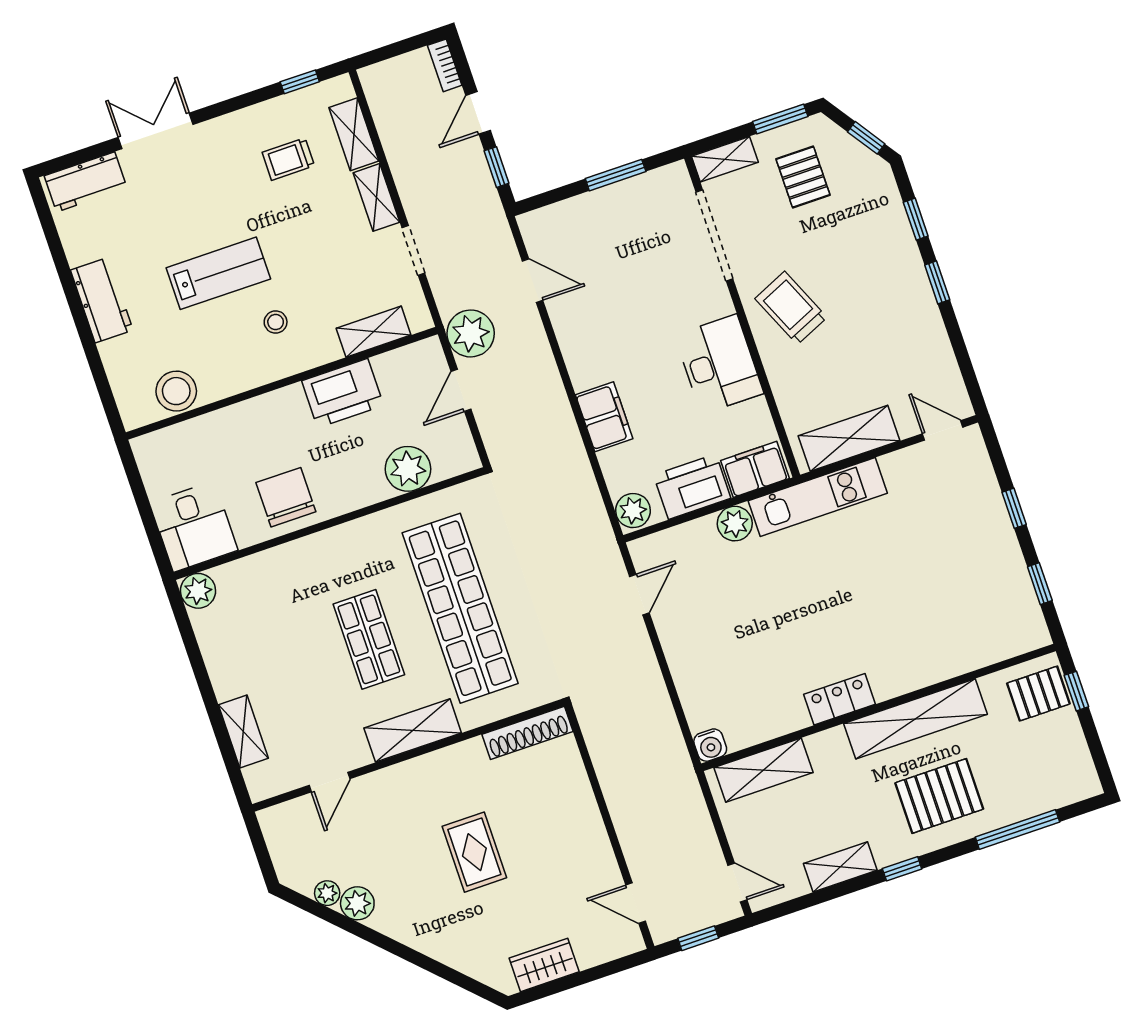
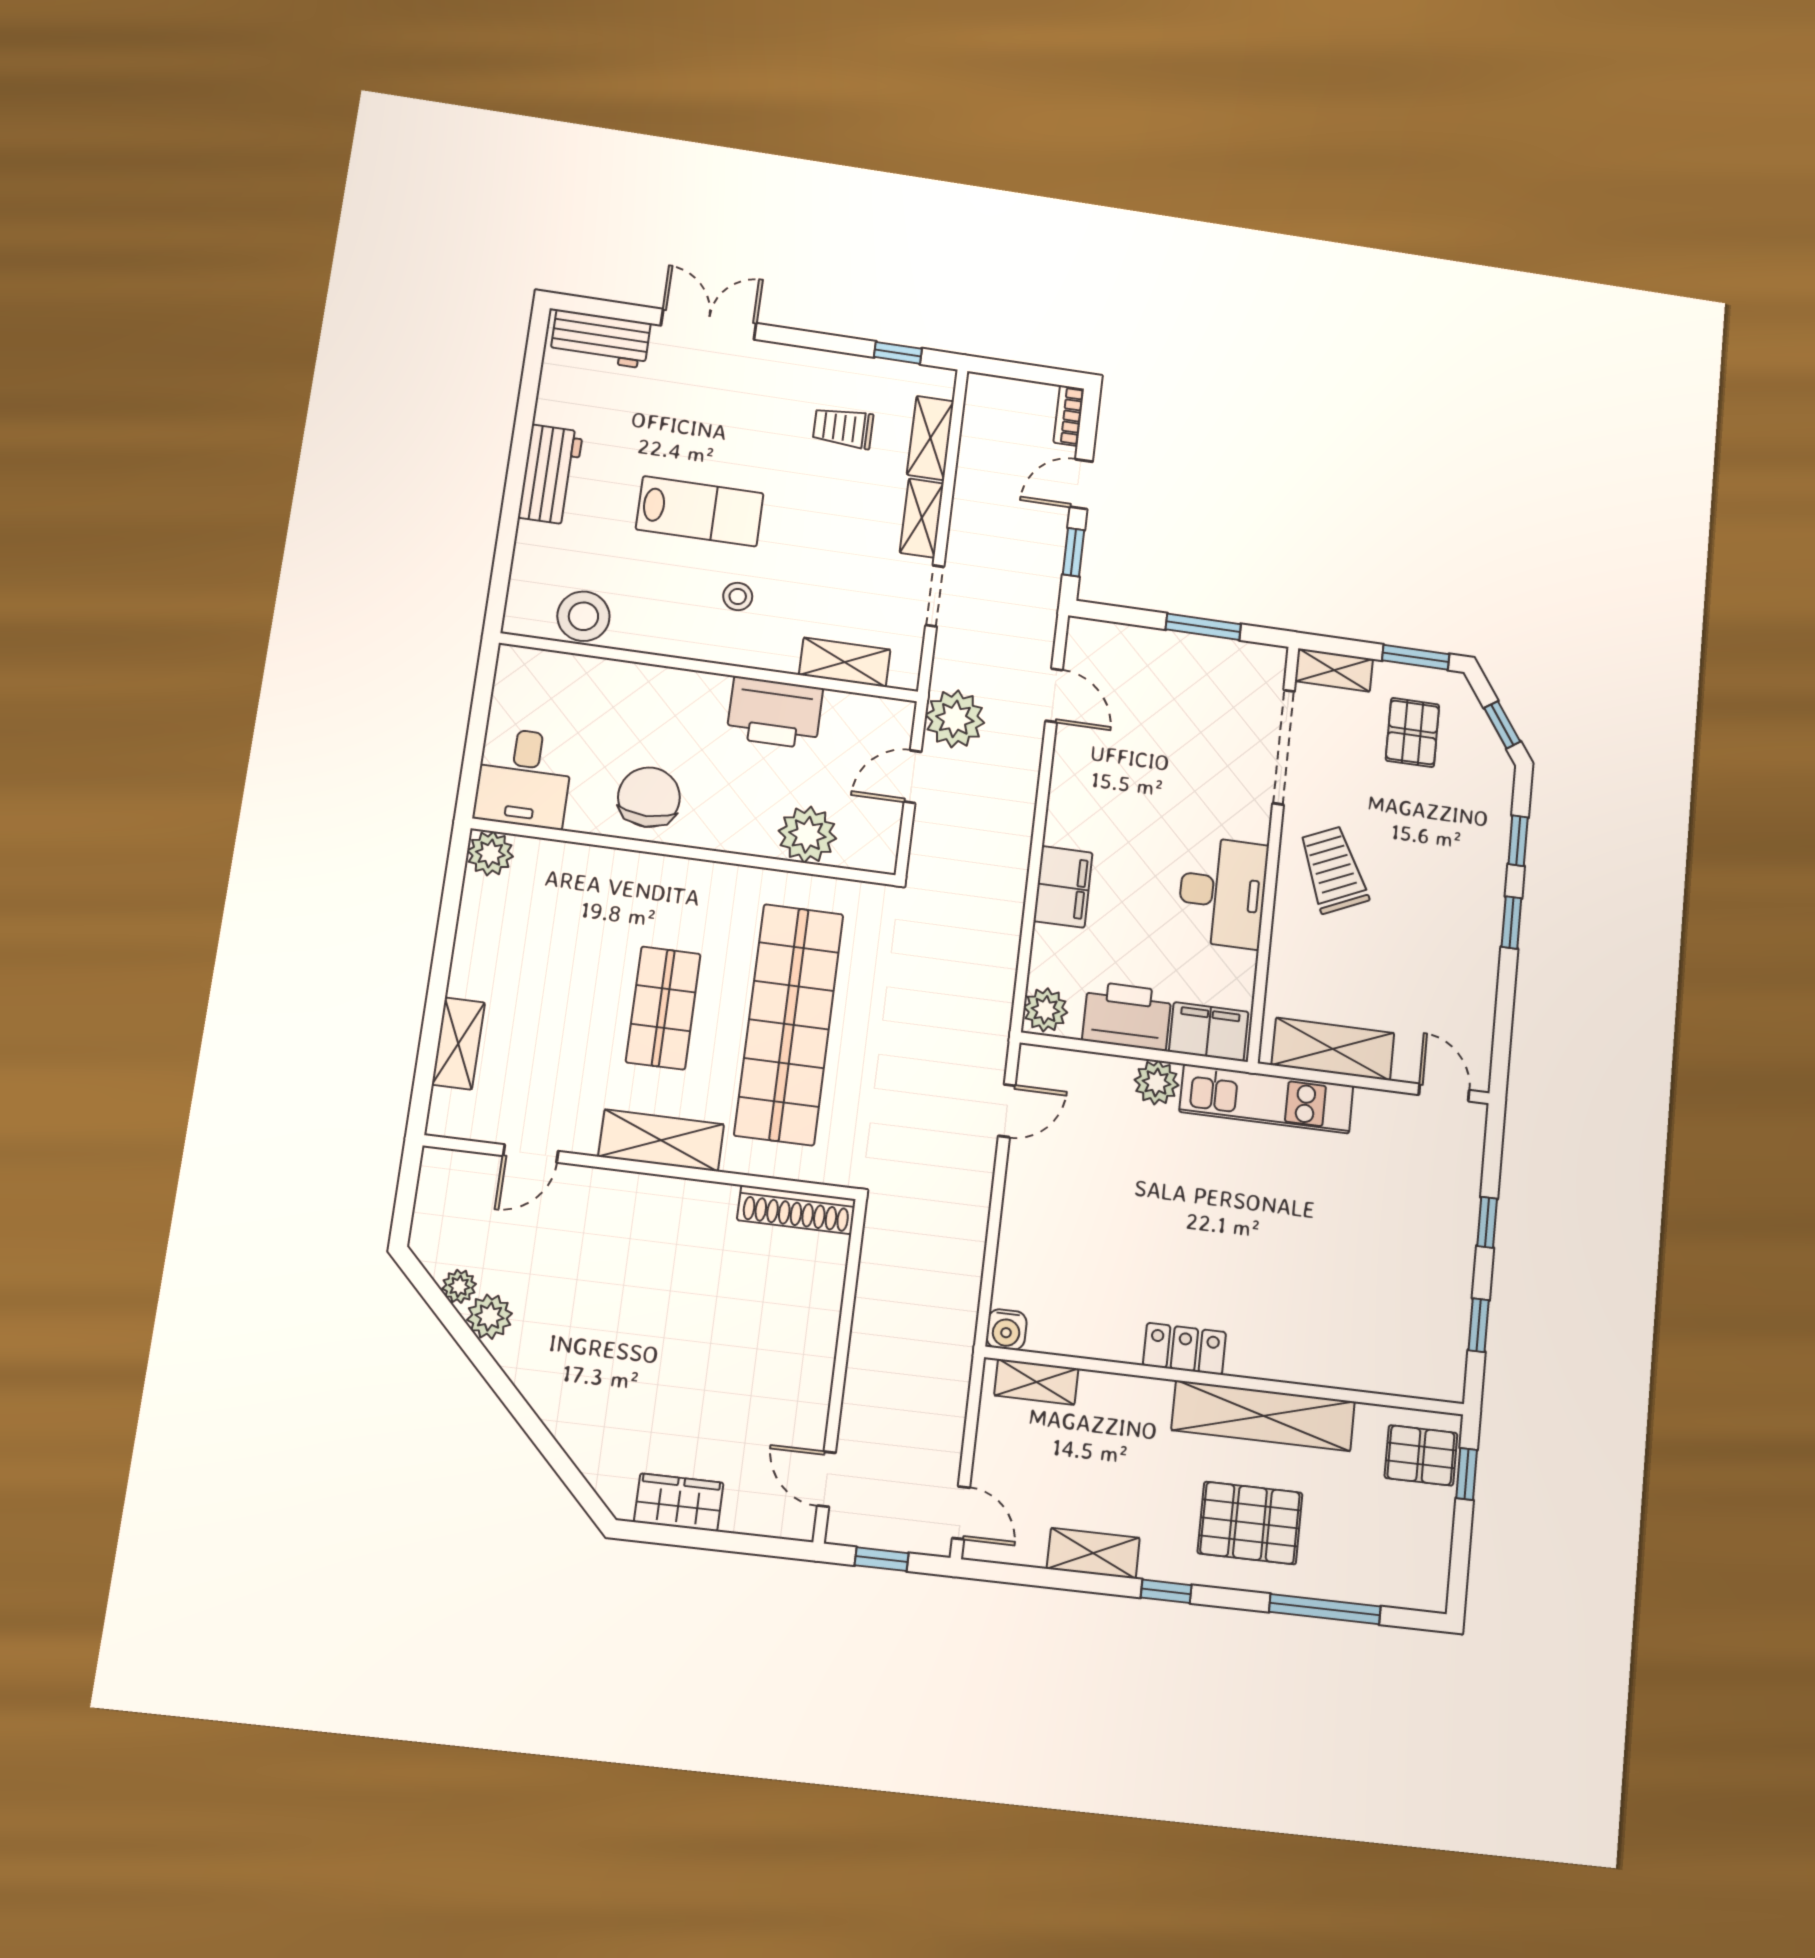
shelving: (764, 770) -> (1036, 1382), width x0.67, depth x0.75
rug: (474, 852) -> (662, 1322), removed

